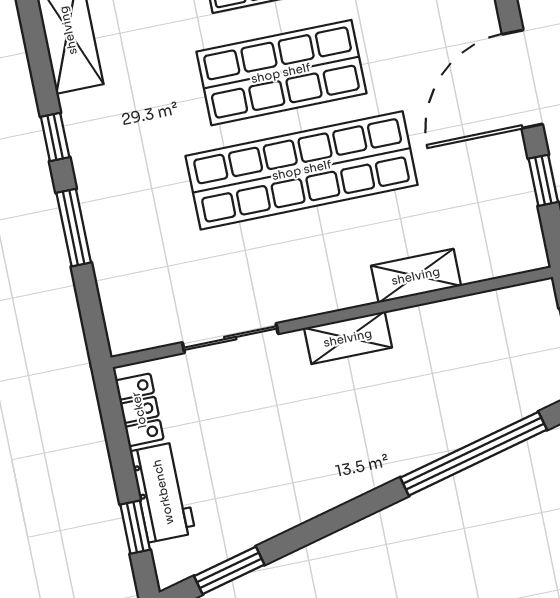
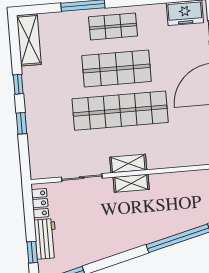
window: (74, 228) -> (21, 123), width x0.67
shelving: (416, 276) -> (128, 164), moved

